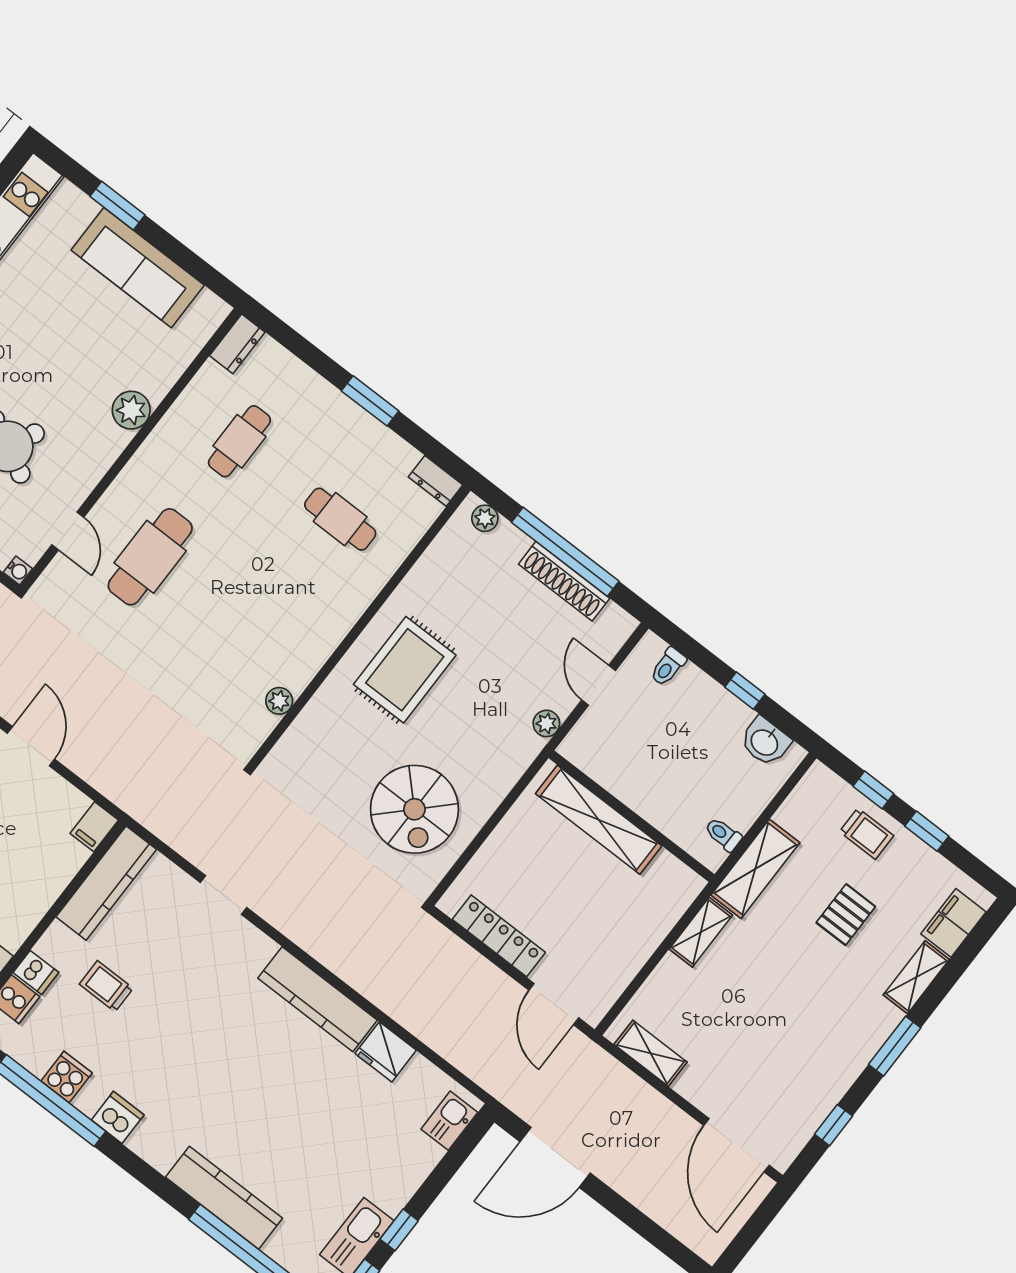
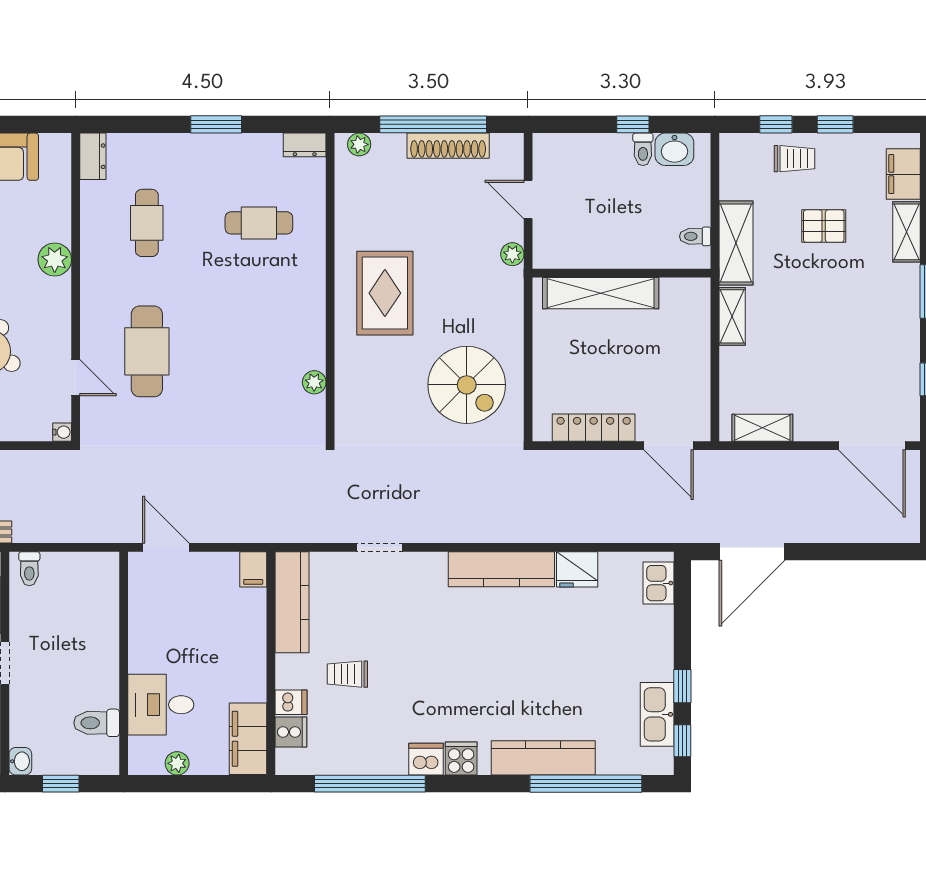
toilet: (668, 667) -> (643, 149), moved
pallet: (846, 915) -> (824, 226), turned 90
cooker: (67, 1077) -> (461, 759), moved

